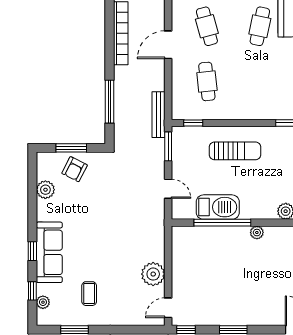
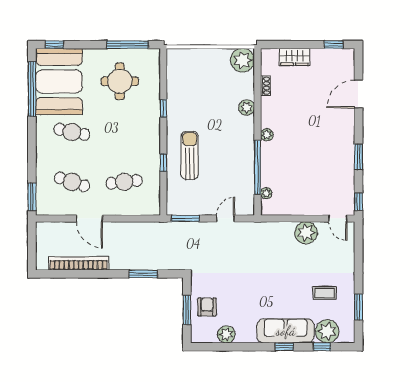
cafe table: (207, 26) -> (72, 182), turned 33
window: (109, 102) -> (143, 274), width x0.69
bench: (159, 115) -> (155, 228), removed
window: (193, 123) -> (163, 163), moved
armchair: (75, 169) -> (207, 307), turned -117
barbecue: (218, 207) -> (243, 172), removed
plant: (195, 232) -> (266, 193), added
plant: (43, 302) -> (327, 331), width x1.88, depth x1.88

